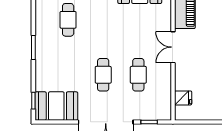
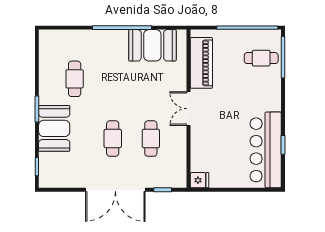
fridge: (183, 98) -> (199, 180), moved
booth: (56, 106) -> (54, 128), moved, turned 90

